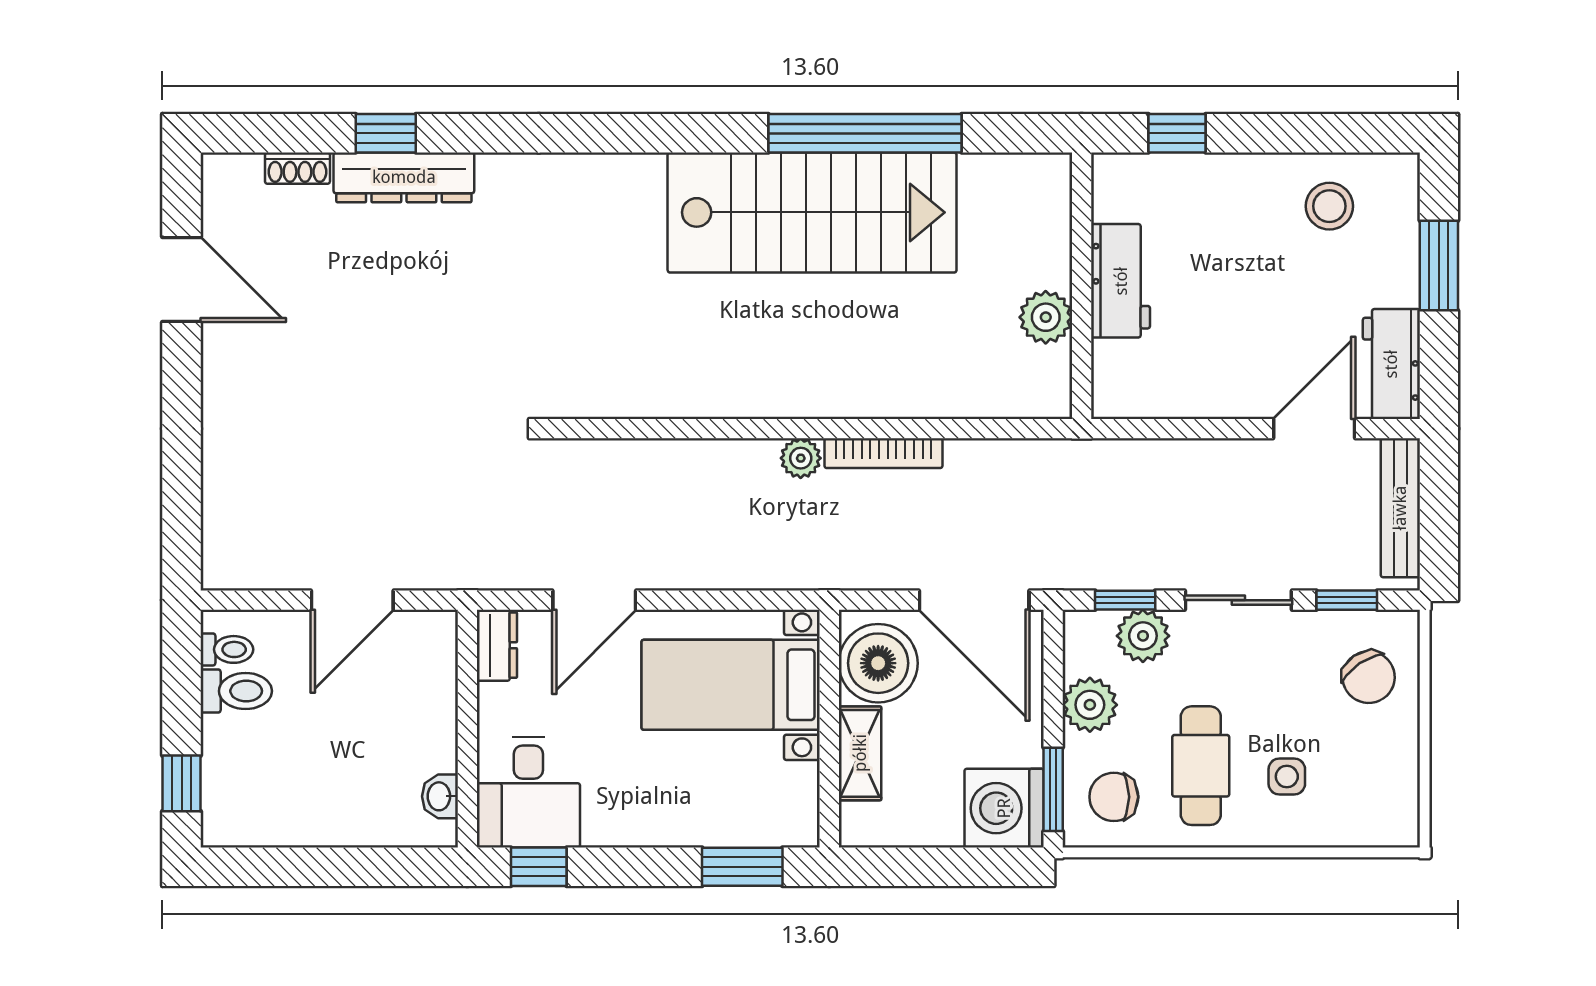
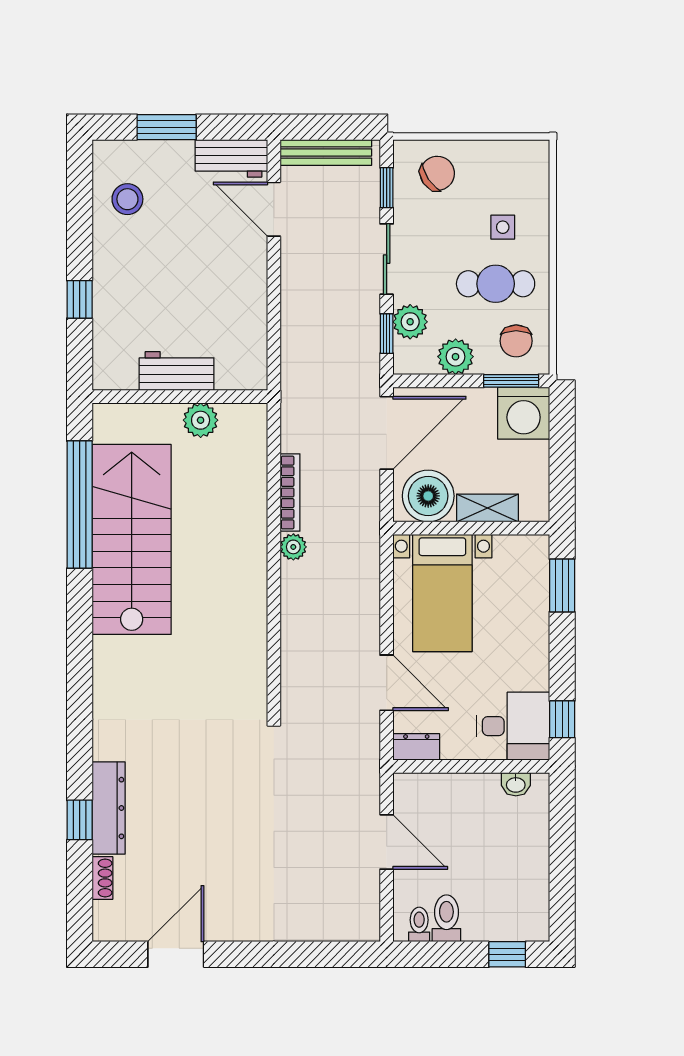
workbench: (1121, 281) -> (177, 371), moved
wall: (1082, 286) -> (180, 397), moved
plant: (1046, 317) -> (201, 420), moved

